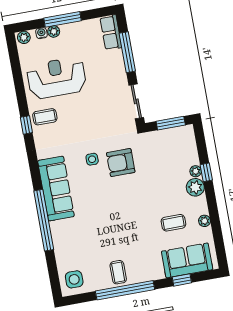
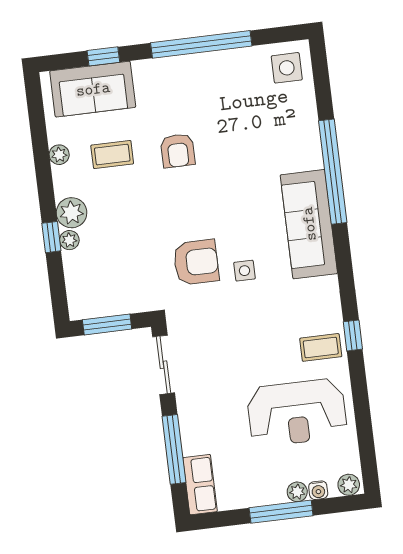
armchair: (135, 227) -> (178, 151), added
coffee table: (118, 272) -> (211, 76), removed

